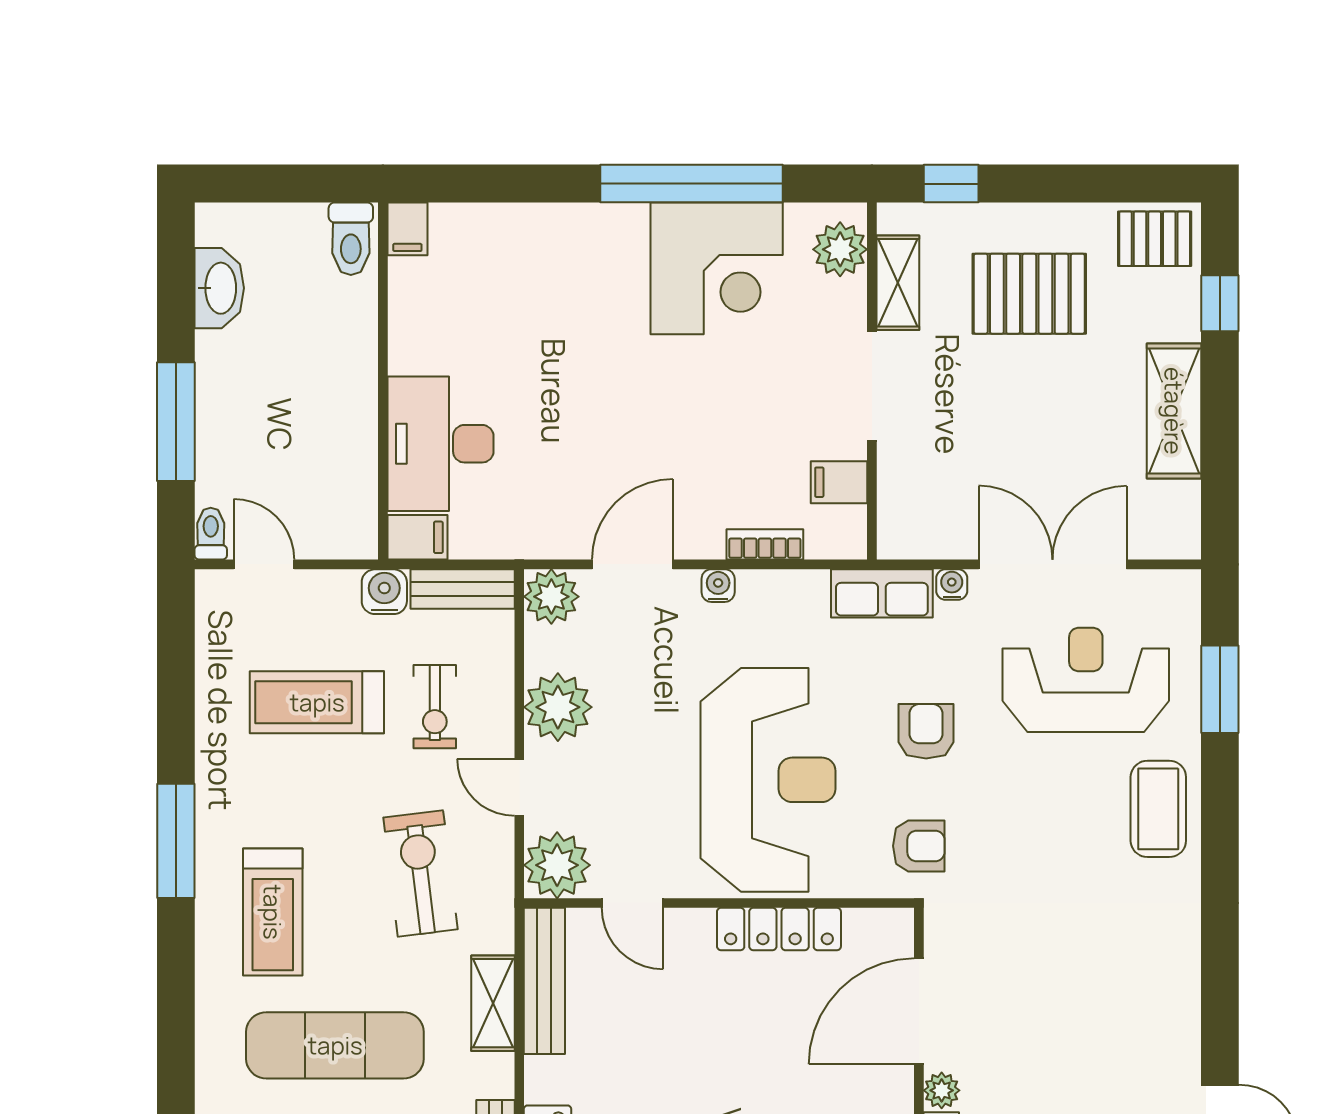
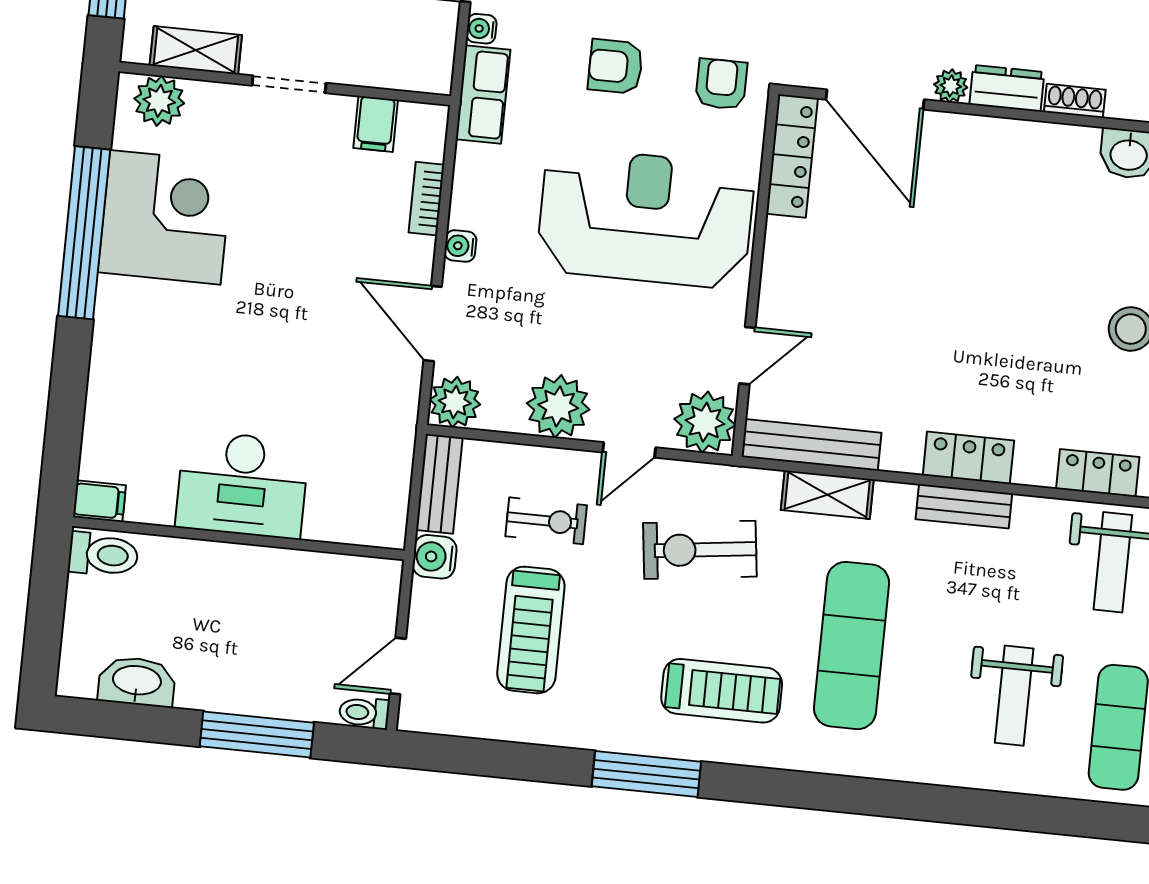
doorway: (872, 386) -> (289, 84), width x0.73
desk: (440, 444) -> (242, 485), moved
filing cabinet: (417, 537) -> (387, 521), removed
locker: (779, 929) -> (792, 156), moved

